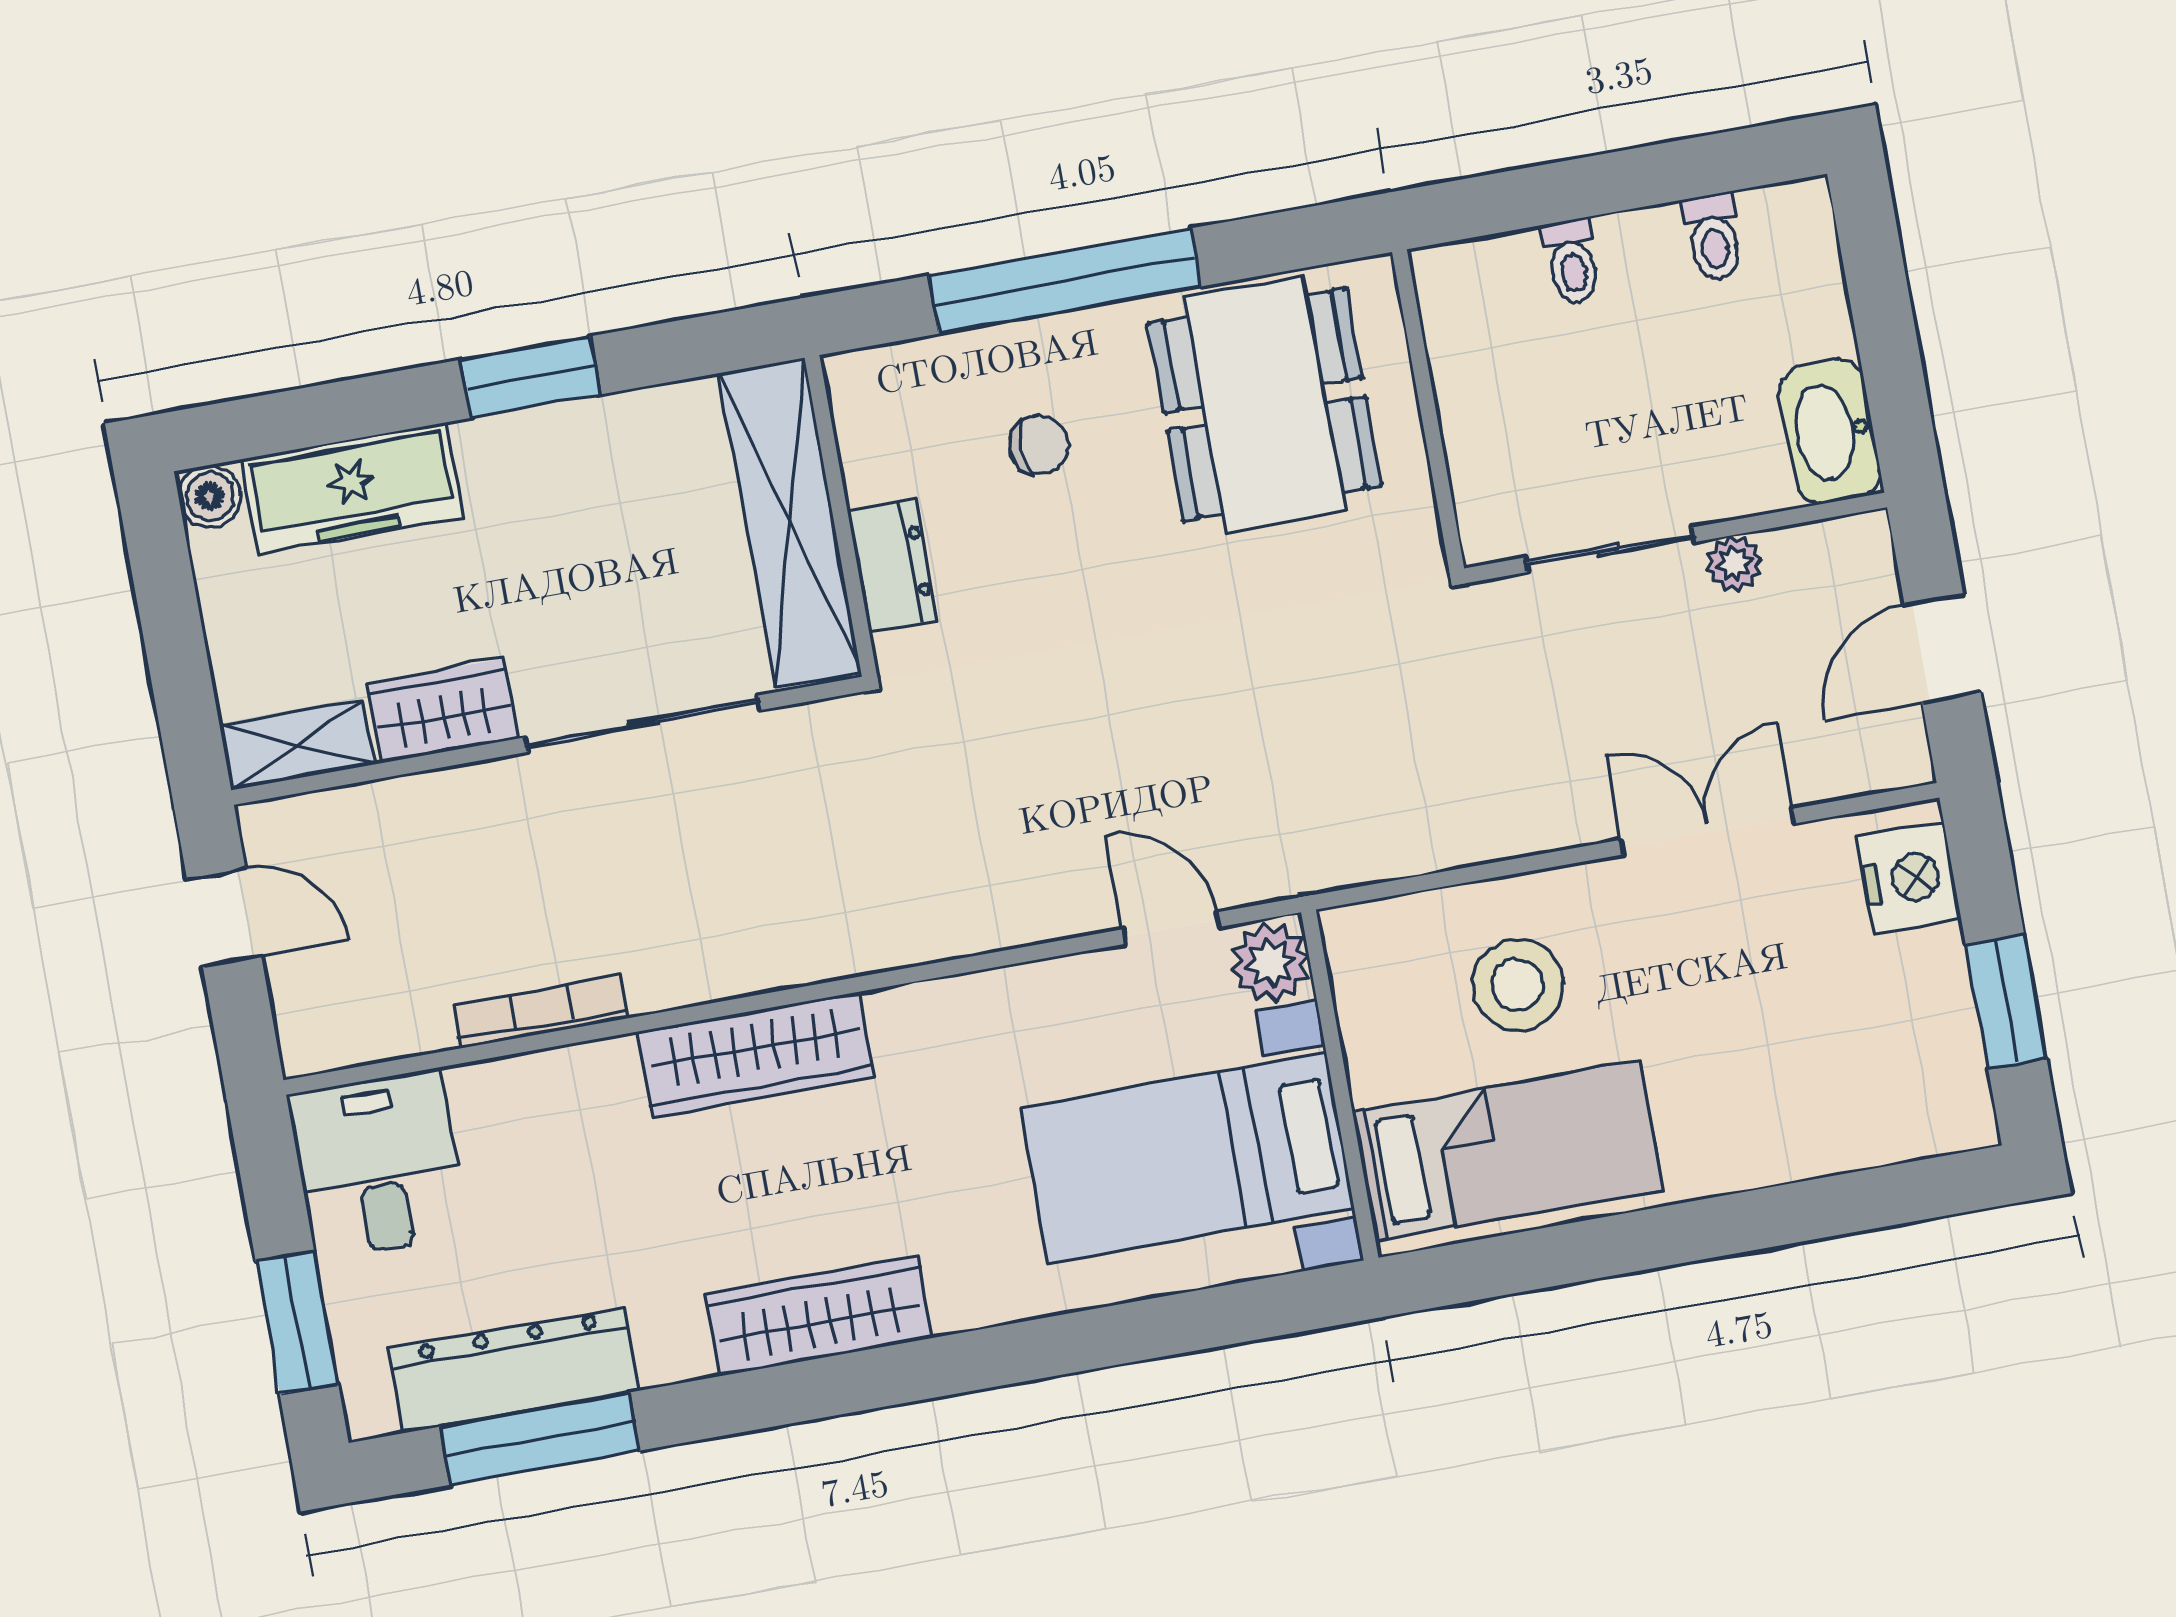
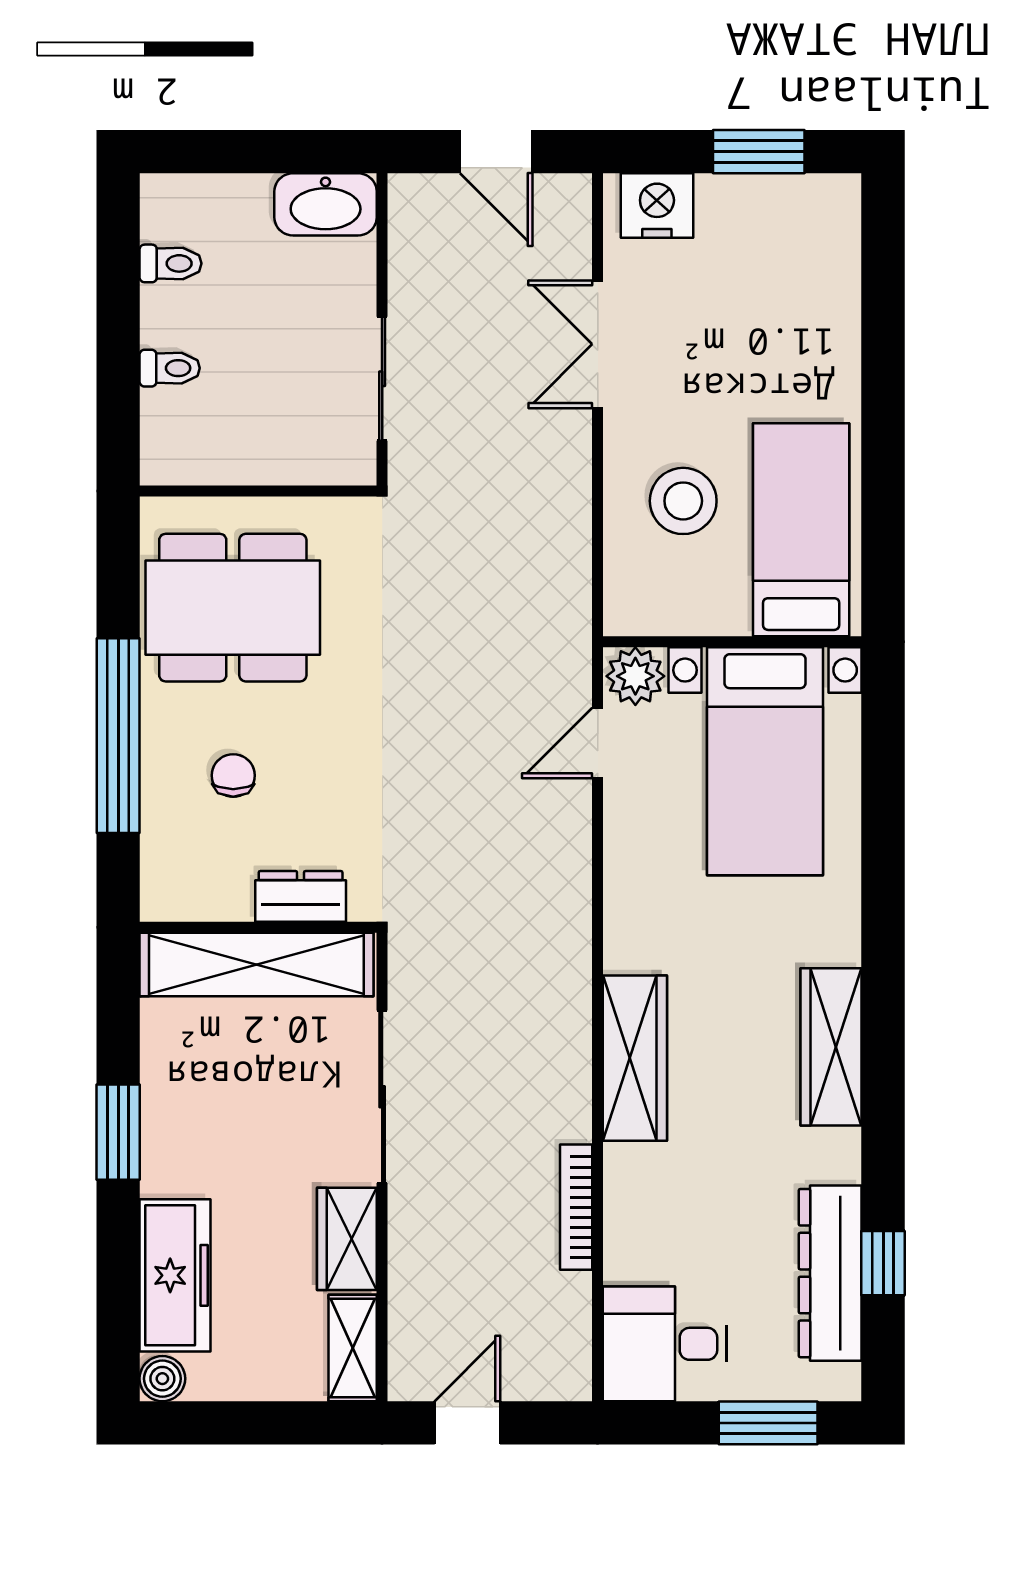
plant: (1734, 564) -> (408, 291), removed
window: (540, 1439) -> (883, 1263), width x0.46

